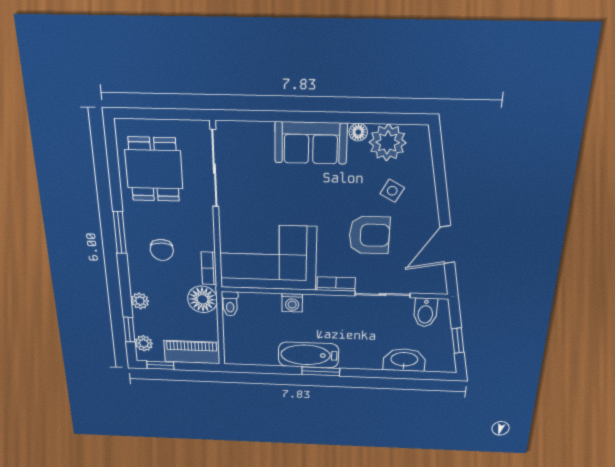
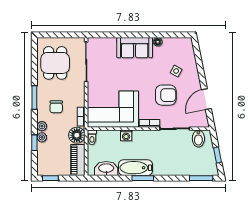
plant: (388, 142) -> (172, 47), removed
window: (129, 329) -> (34, 143), moved
plant: (144, 343) -> (42, 126), moved
piano: (192, 352) -> (78, 160), moved, turned -90
washbasin: (404, 360) -> (106, 169), moved
window: (424, 375) -> (201, 178), added

